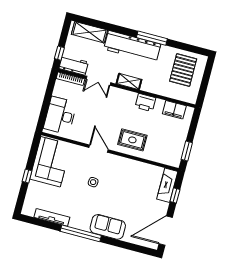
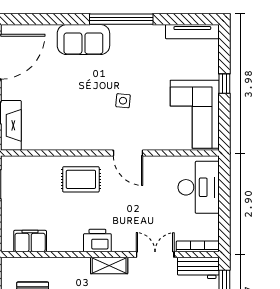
printer: (145, 103) -> (97, 240), moved
tv unit: (52, 217) -> (192, 32), moved

